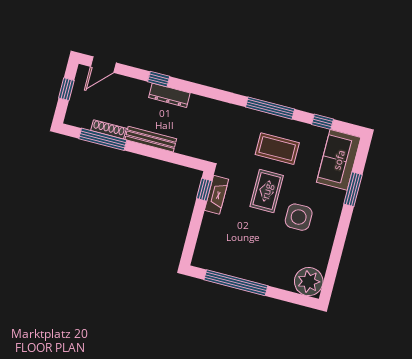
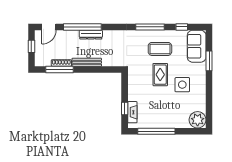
window: (159, 79) -> (82, 27), width x3.17
window: (204, 190) -> (125, 109), moved
fireplace: (217, 195) -> (132, 112), moved

